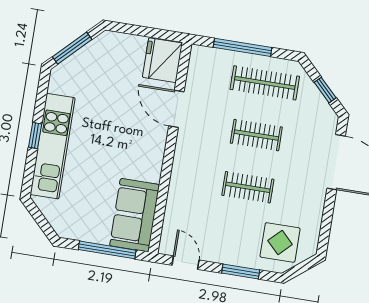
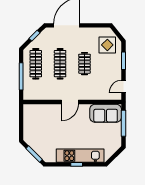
fridge: (162, 60) -> (33, 112), removed
door: (176, 109) -> (70, 102), moved
clothes rail: (256, 135) -> (60, 64), width x1.36

